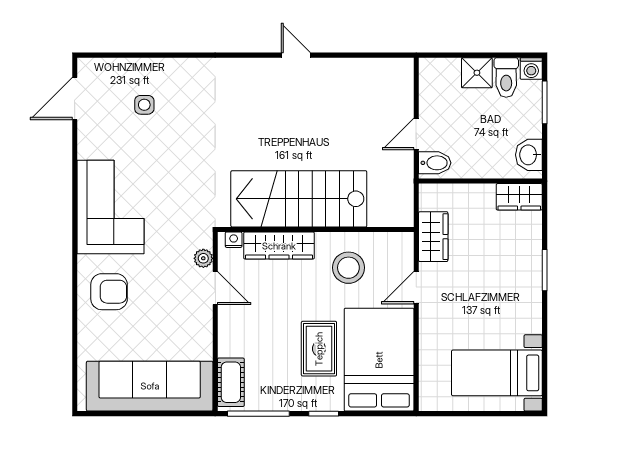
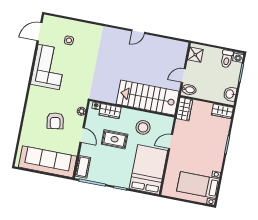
door: (296, 55) -> (138, 32), swing flipped
shower: (477, 73) -> (195, 55), moved
stairs: (299, 199) -> (148, 98), moved
corner sofa: (111, 207) -> (49, 67), moved
wardrobe: (433, 237) -> (184, 109), moved
wardrobe: (279, 246) -> (110, 111), width x0.67
door: (215, 288) -> (82, 135), moved
armchair: (109, 292) -> (55, 121), moved, turned 81
rug: (319, 349) -> (115, 139), moved, turned 90

